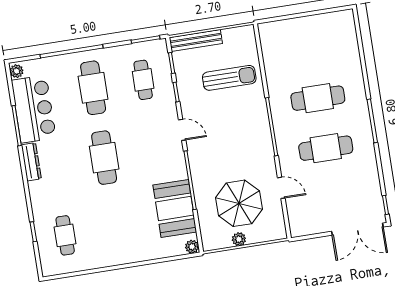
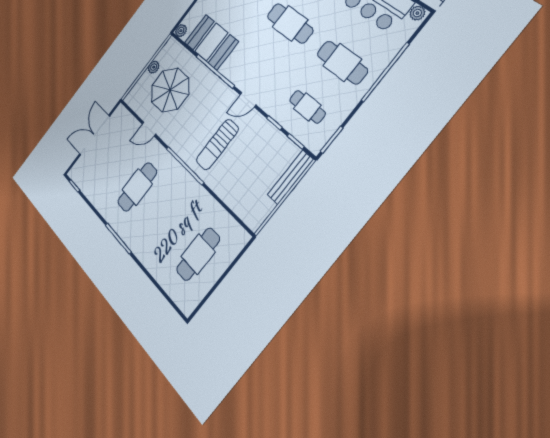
sun lounger: (229, 78) -> (217, 145), moved
cafe table: (318, 98) -> (198, 254), moved
double door: (357, 229) -> (95, 135), moved

